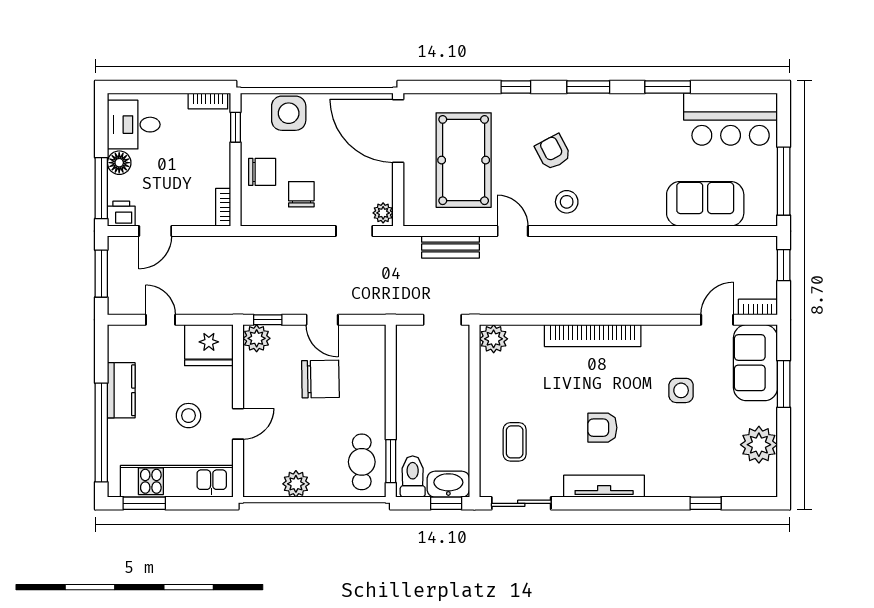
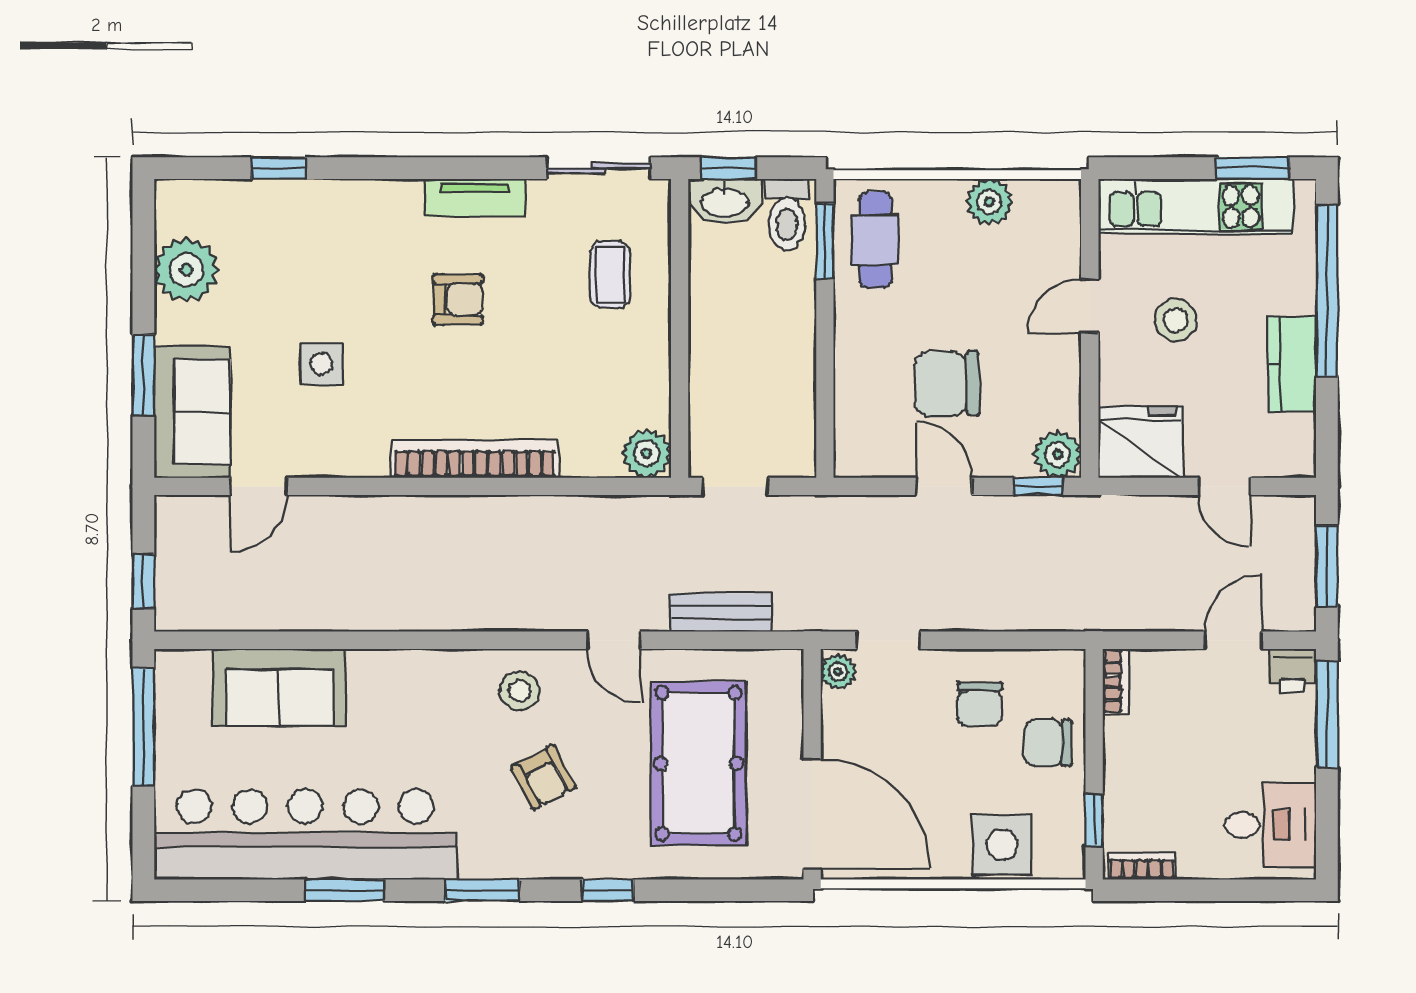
bar counter: (731, 119) -> (305, 834), width x1.86
floor lamp: (119, 163) -> (1296, 759), removed
bookcase: (758, 307) -> (188, 509), removed
tv unit: (604, 486) -> (475, 198), width x0.71

